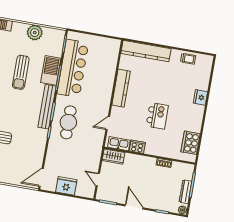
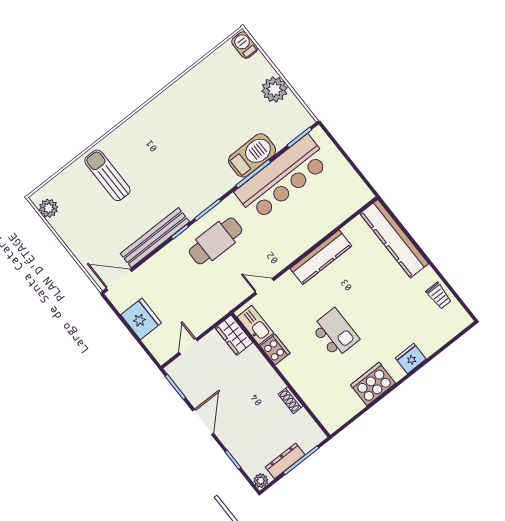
sun lounger: (21, 72) -> (212, 124), removed
bench: (47, 107) -> (155, 238), moved
kitchen island: (157, 116) -> (335, 333), turned -90
cooker: (191, 143) -> (373, 384), moved

